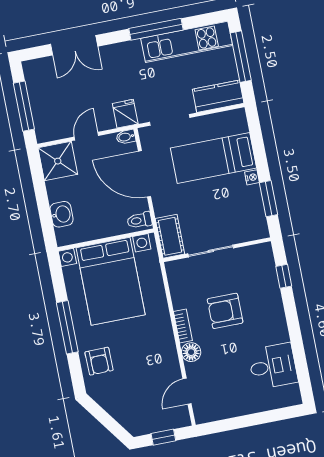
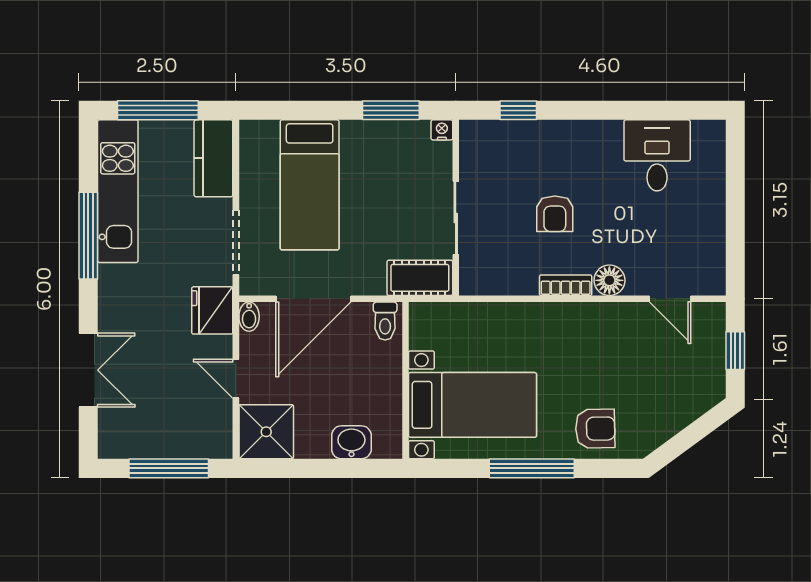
fridge: (125, 114) -> (212, 310), width x1.38
nightstand: (252, 177) -> (442, 130), moved
bed with nightstands: (111, 281) -> (473, 405), width x0.73
armchair: (225, 311) -> (555, 214), width x0.72, depth x0.72

